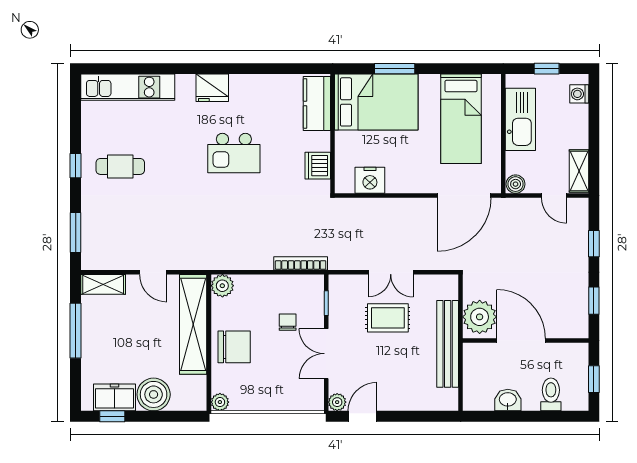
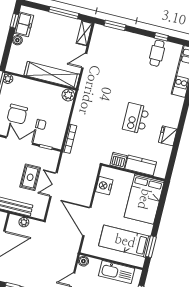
window: (395, 69) -> (151, 247), moved
fridge: (212, 88) -> (168, 136), moved
kitchen counter: (317, 103) -> (141, 165), moved
window: (76, 166) -> (161, 37), moved
cafe table: (120, 166) -> (157, 53), moved
door: (464, 196) -> (87, 221), moved
plant: (480, 317) -> (24, 222), width x0.53, depth x0.53
chair: (234, 347) -> (17, 114), moved
boiler: (154, 394) -> (17, 40), width x0.54, depth x0.54

